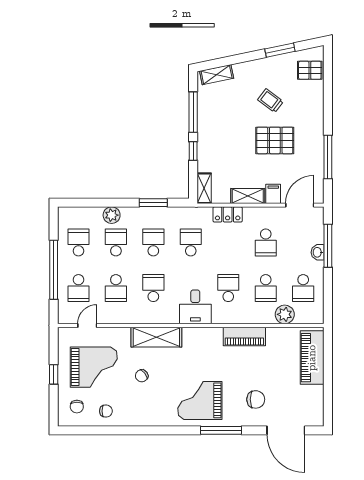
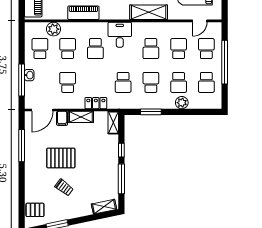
school desk: (153, 242) -> (151, 82), turned 180

